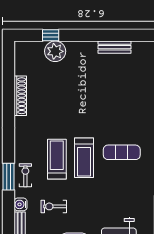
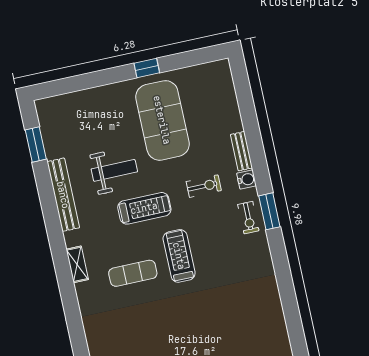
shoe rack: (20, 96) -> (277, 317), removed
treadmill: (57, 159) -> (144, 208), moved, turned -90

